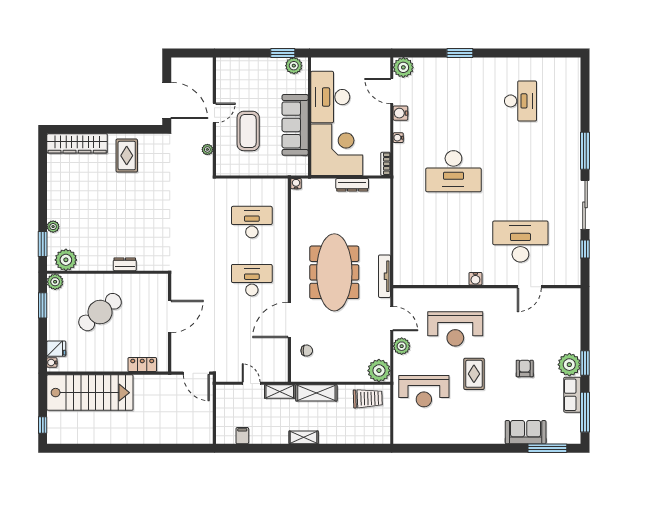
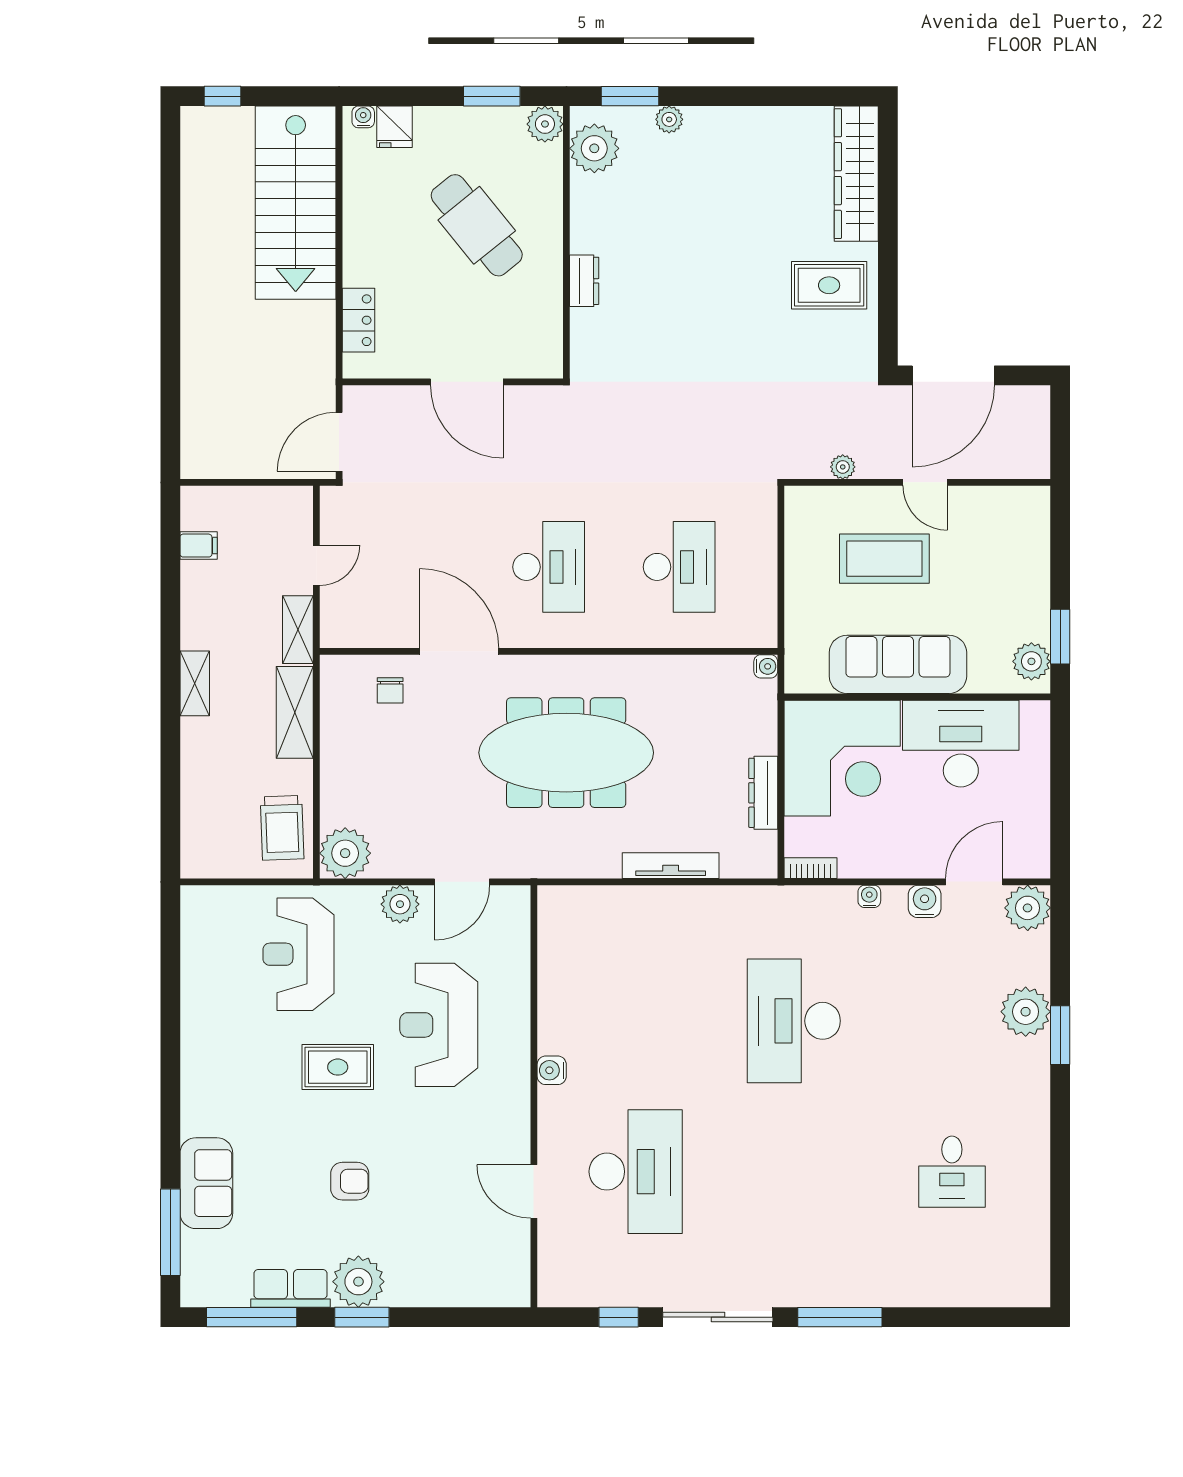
plant: (449, 68) -> (1026, 1012), added
desk: (520, 101) -> (952, 1172), width x0.73
tv unit: (384, 276) -> (671, 866), moved

